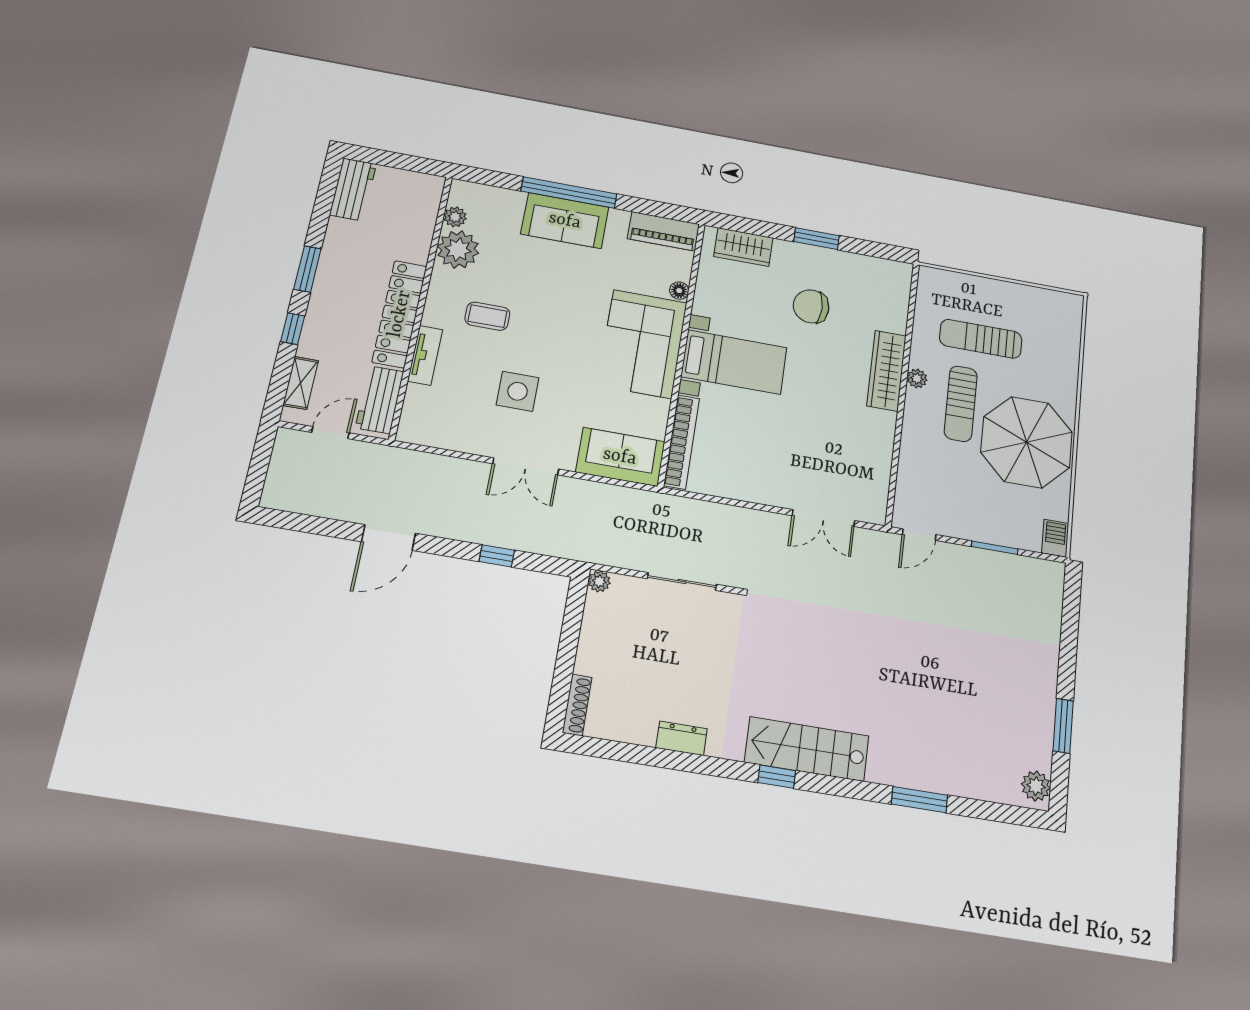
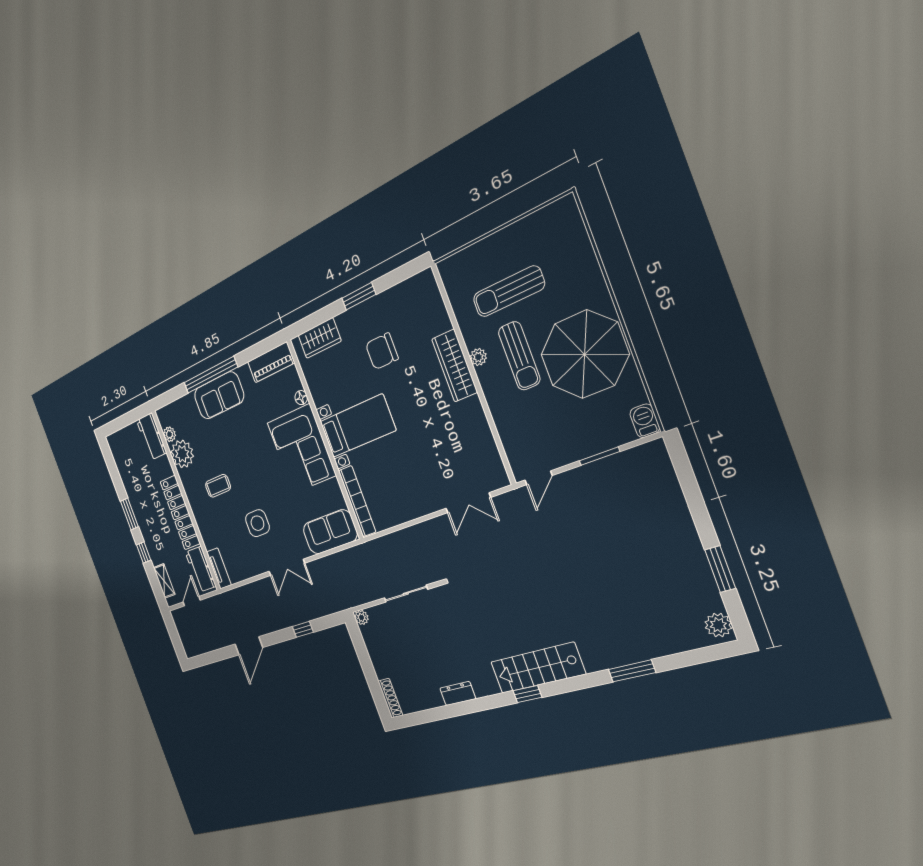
workbench: (353, 189) -> (152, 436), moved, turned 180
tv unit: (425, 355) -> (219, 568), moved

